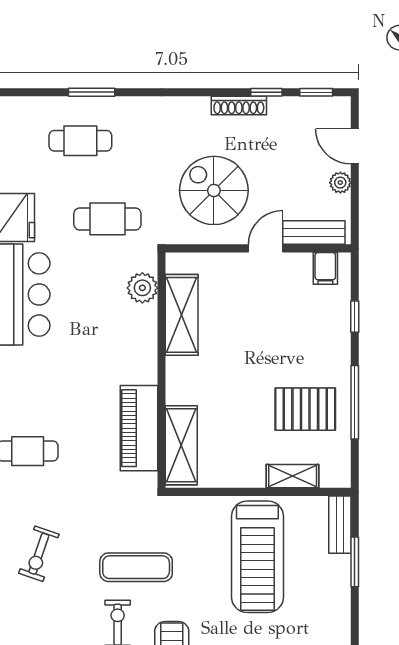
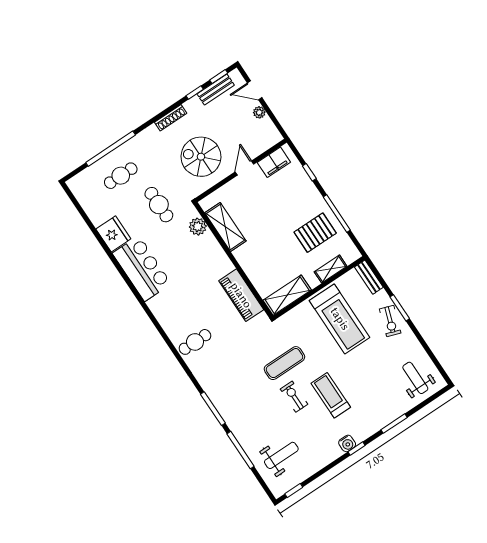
window: (92, 92) -> (111, 149), width x2.11
shoe rack: (239, 106) -> (171, 118), moved
cafe table: (107, 219) -> (159, 205), turned 90
bench: (314, 233) -> (216, 90), moved
filing cabinet: (325, 268) -> (274, 162), width x2.00
shelving: (181, 445) -> (287, 295), moved, turned 90
exercise bike: (39, 554) -> (390, 321), moved
window: (355, 562) -> (400, 308), moved

